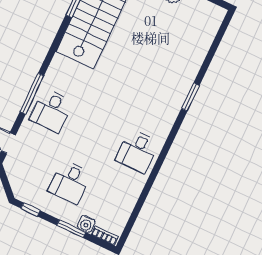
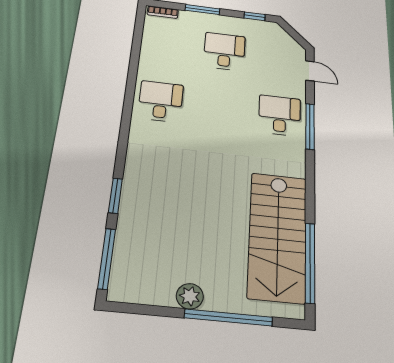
window: (218, 39) -> (107, 259), added
window: (190, 97) -> (115, 196), moved
water cooler: (86, 224) -> (188, 18), removed

